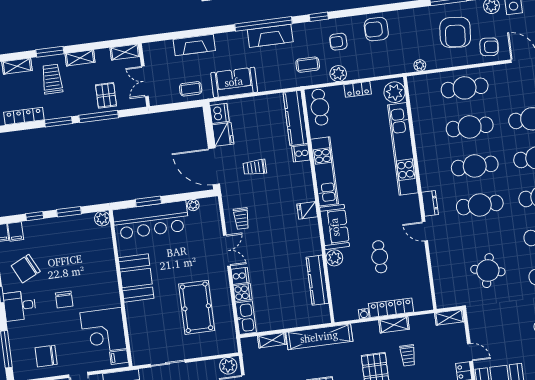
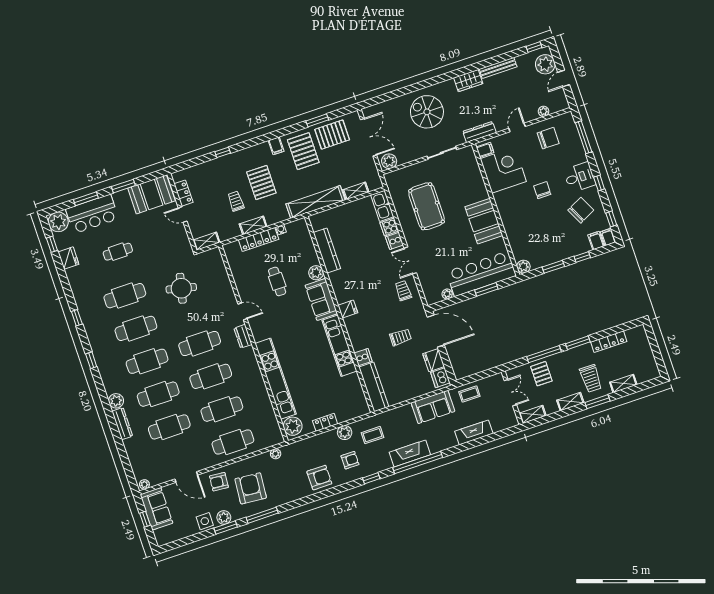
cafe table: (320, 107) -> (355, 400), removed

